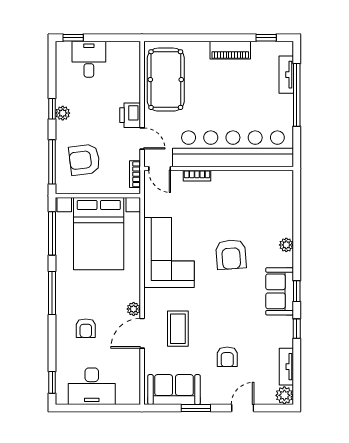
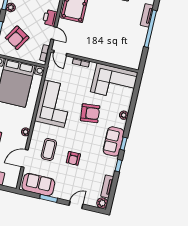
bar counter: (233, 149) -> (106, 52), removed
armchair: (84, 160) -> (17, 38), turned -51
corner sofa: (258, 195) -> (114, 82), added
armchair: (231, 254) -> (90, 113), turned -92
door: (142, 333) -> (25, 158), moved
armchair: (227, 357) -> (73, 158), moved

